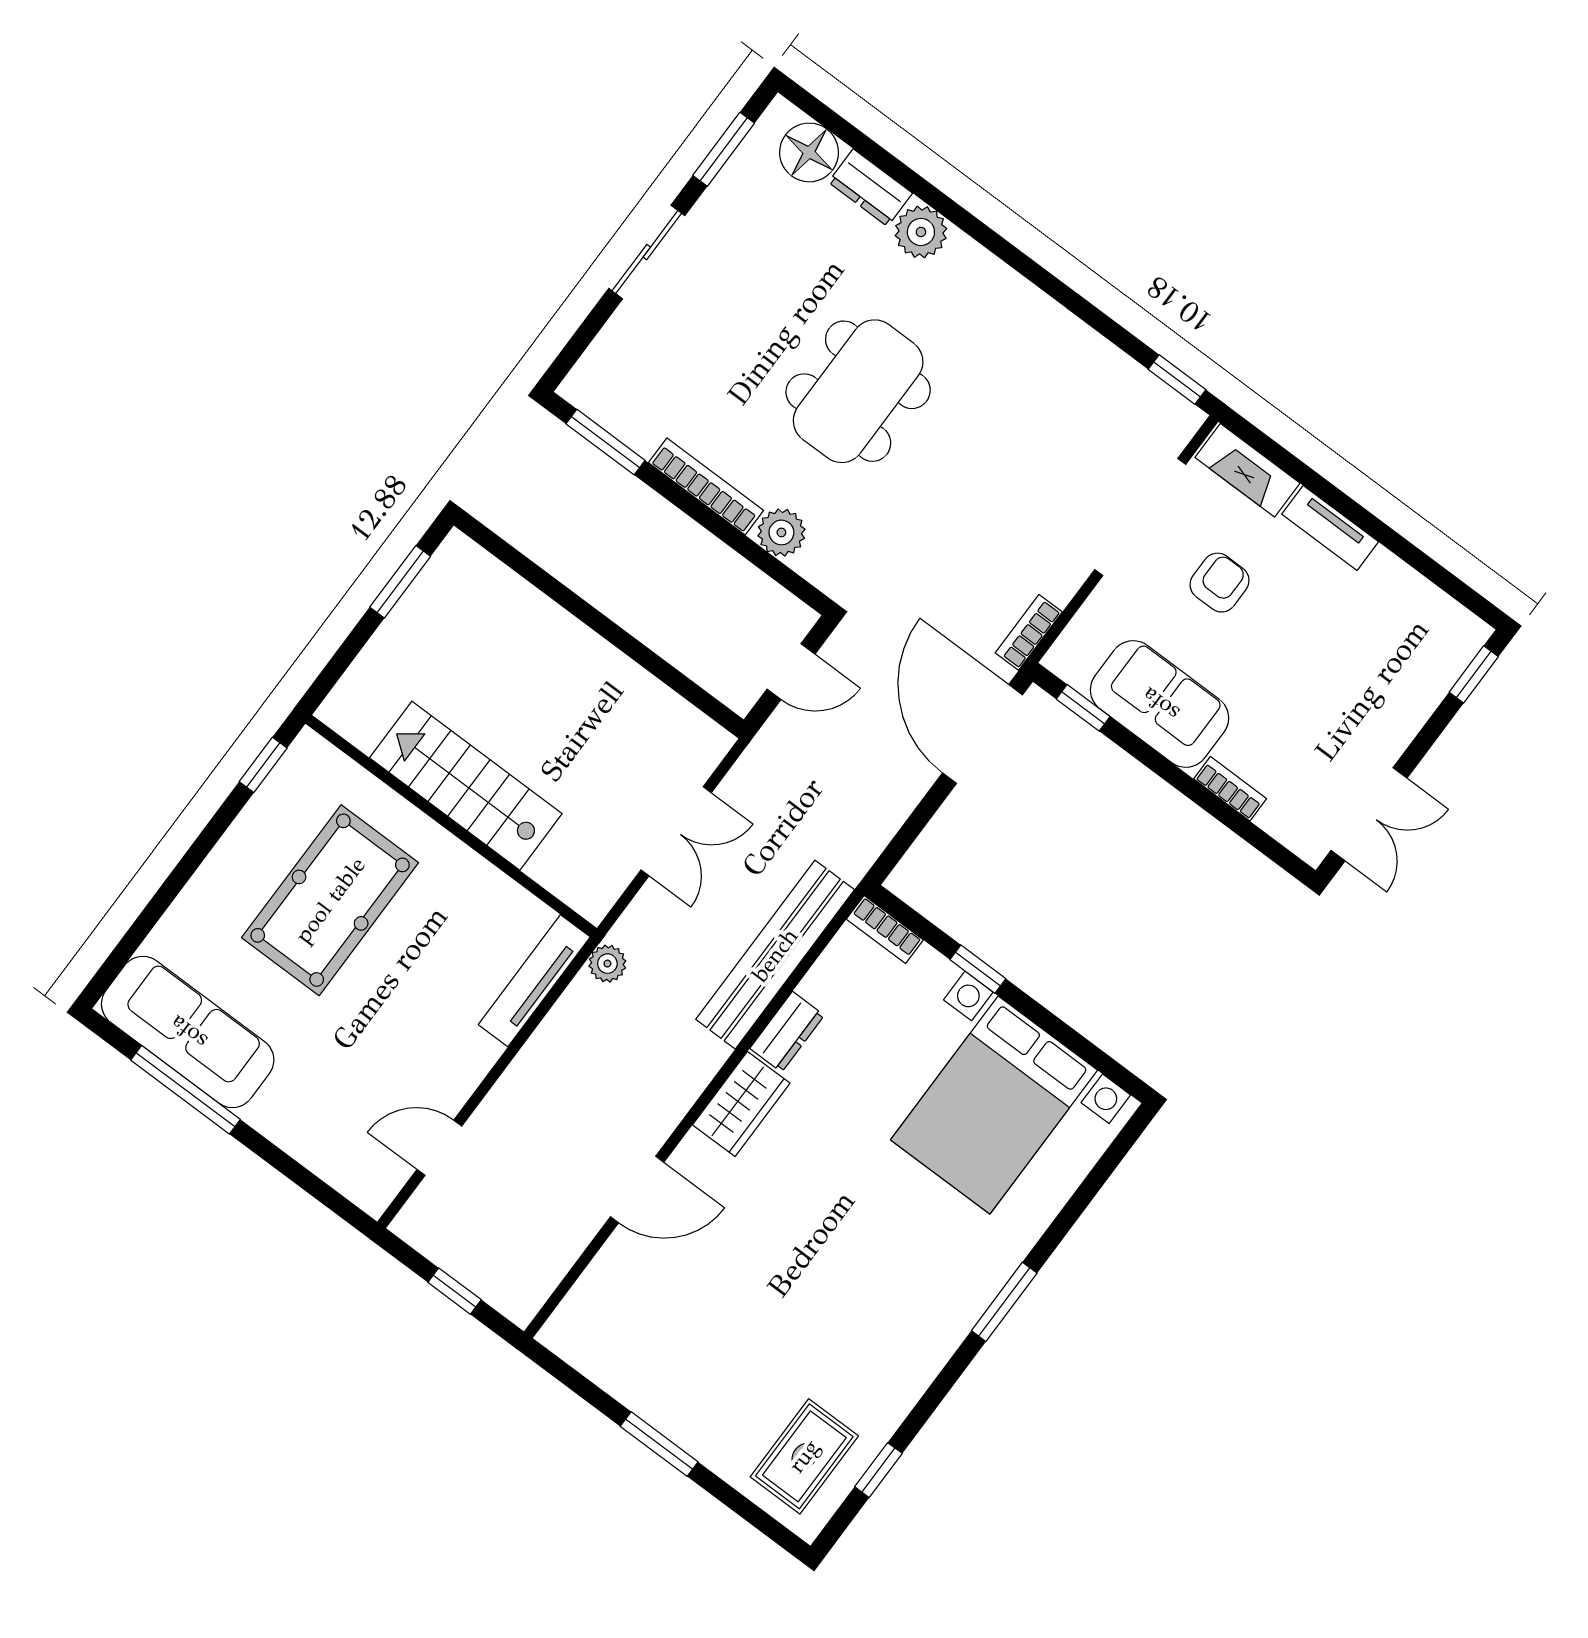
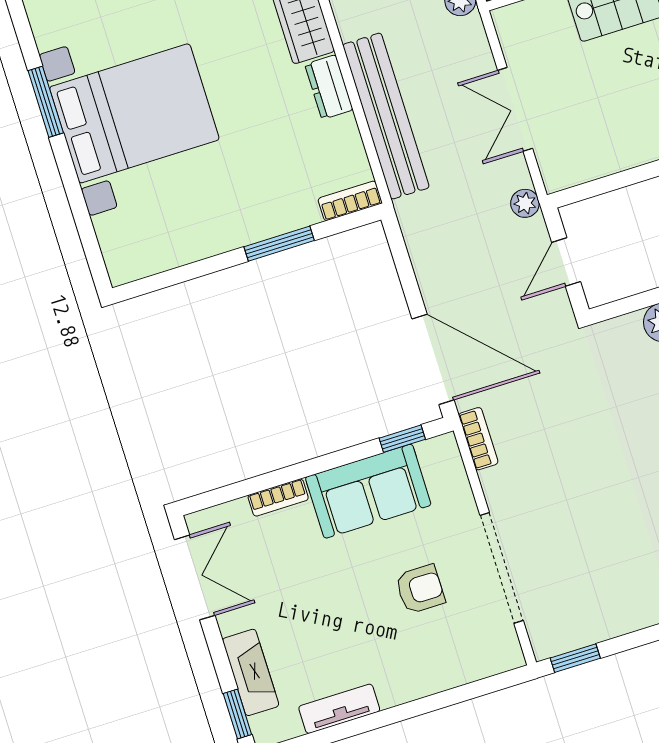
fireplace: (1247, 470) -> (251, 672), moved, turned 90
tv unit: (1330, 528) -> (339, 709), moved
armchair: (1220, 583) -> (420, 589), turned -90
plant: (762, 754) -> (525, 203), added
double door: (1369, 814) -> (195, 577), swing flipped
window: (978, 969) -> (279, 244), width x1.50
bed with nightstands: (994, 1105) -> (134, 113), moved, turned 90

